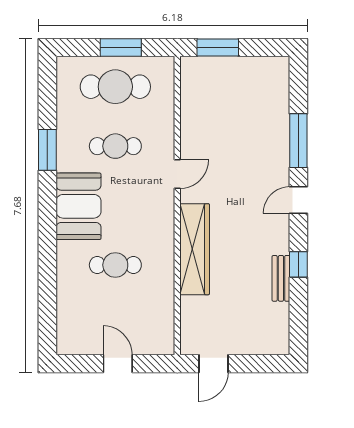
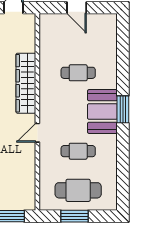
window: (47, 150) -> (123, 109), moved

